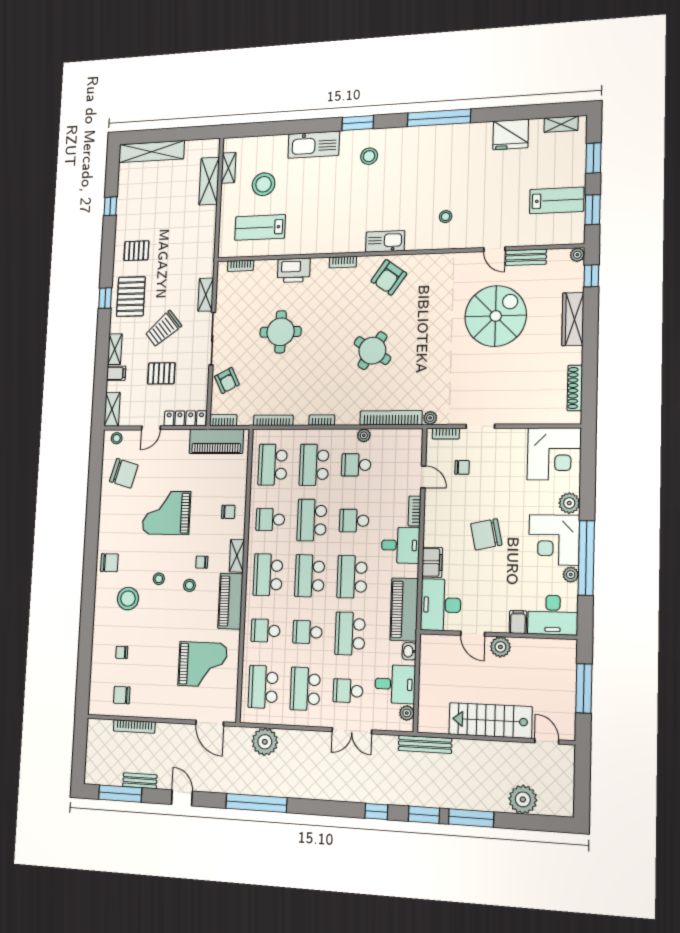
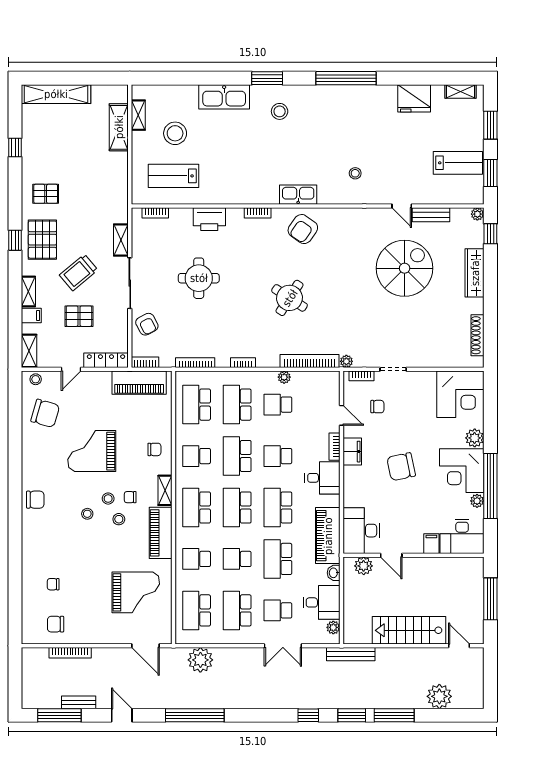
filing cabinet: (432, 562) -> (352, 452), moved
stool: (128, 599) -> (108, 499), moved, width x0.53, depth x0.53
plant: (500, 647) -> (364, 566), moved

